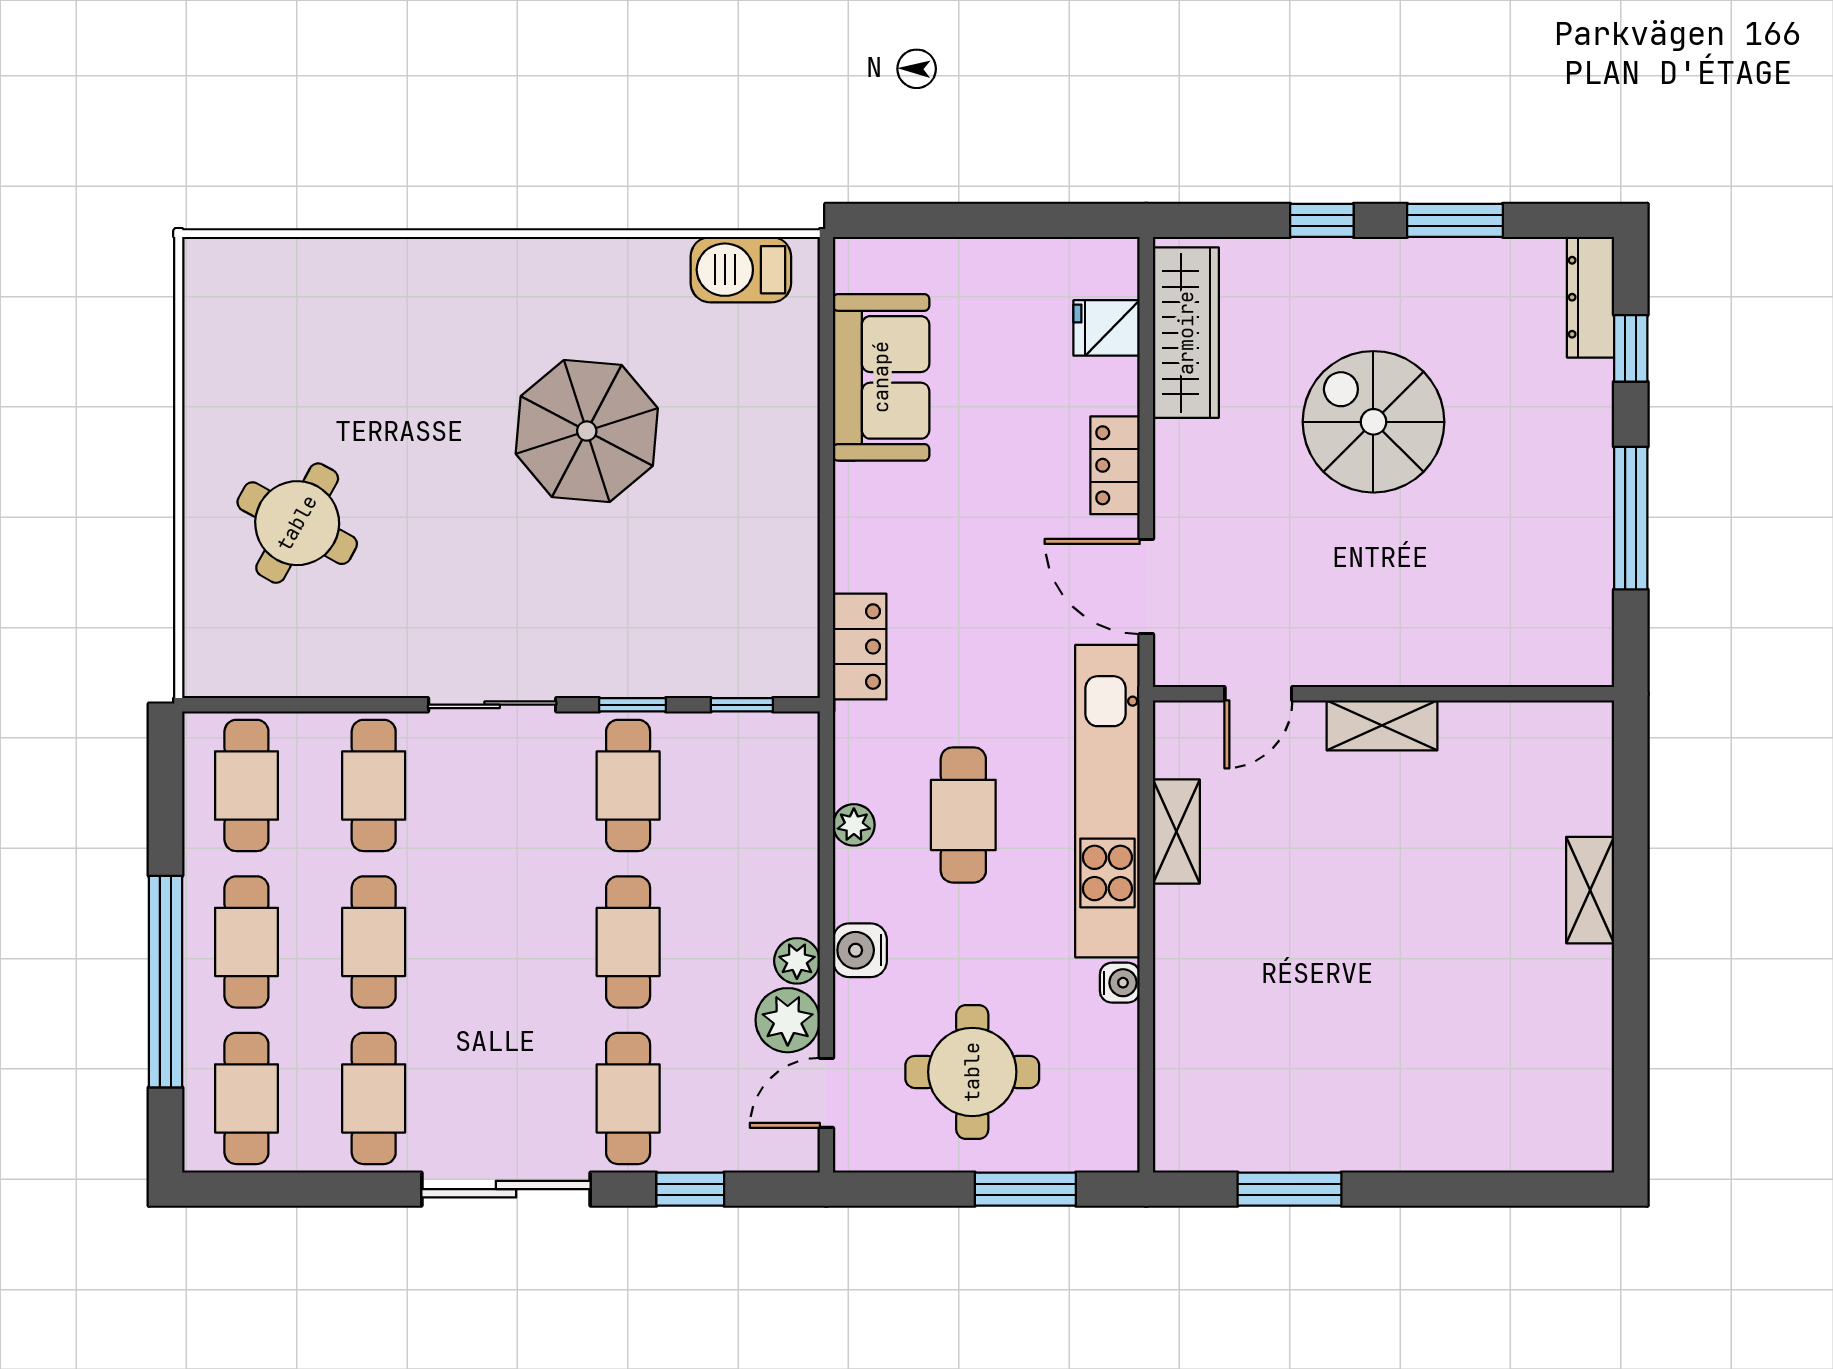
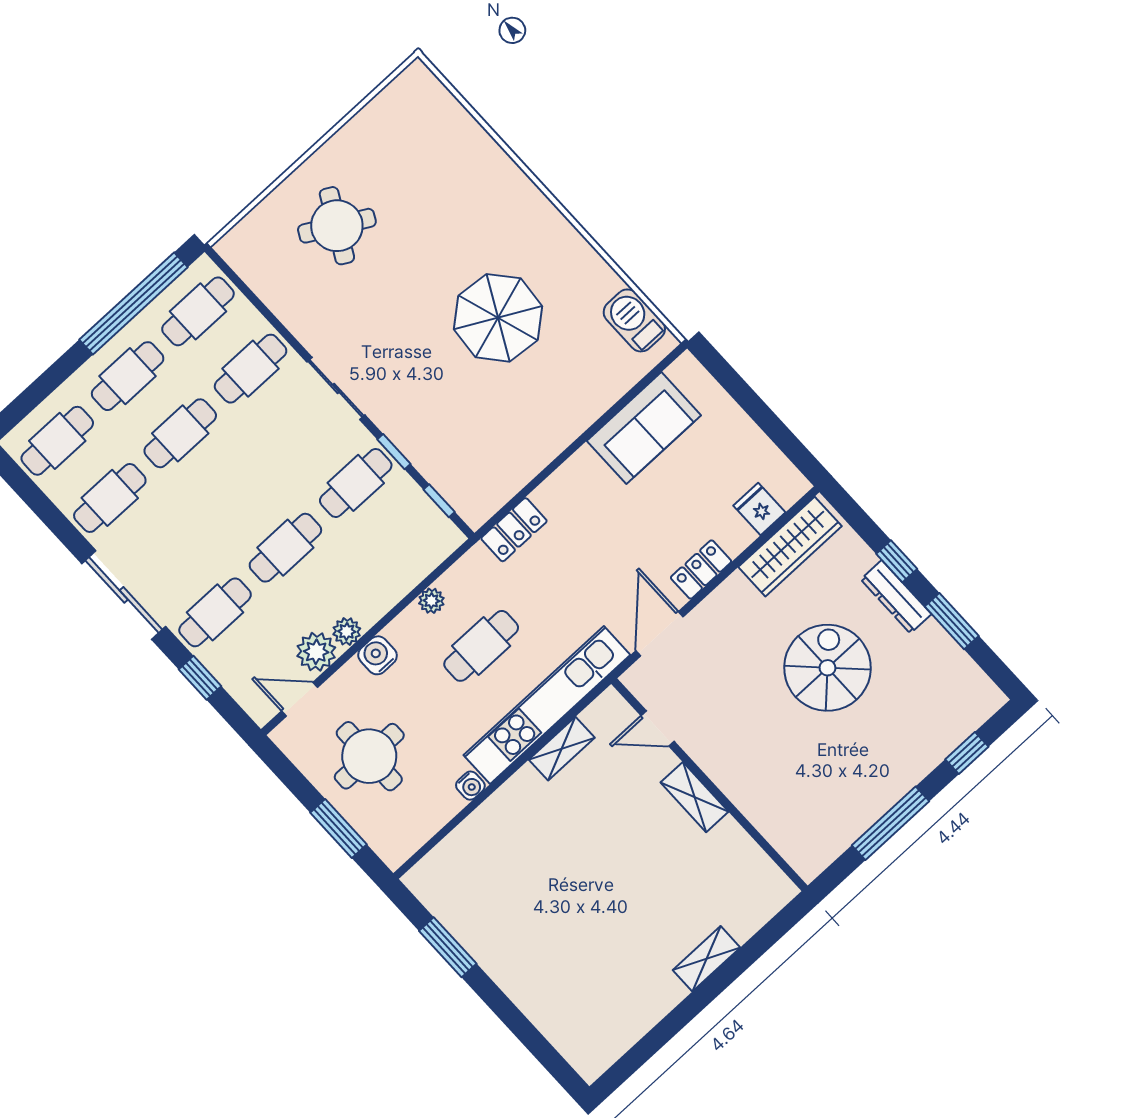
dresser: (1591, 297) -> (896, 597), moved, turned -90
window: (165, 982) -> (133, 303), moved

